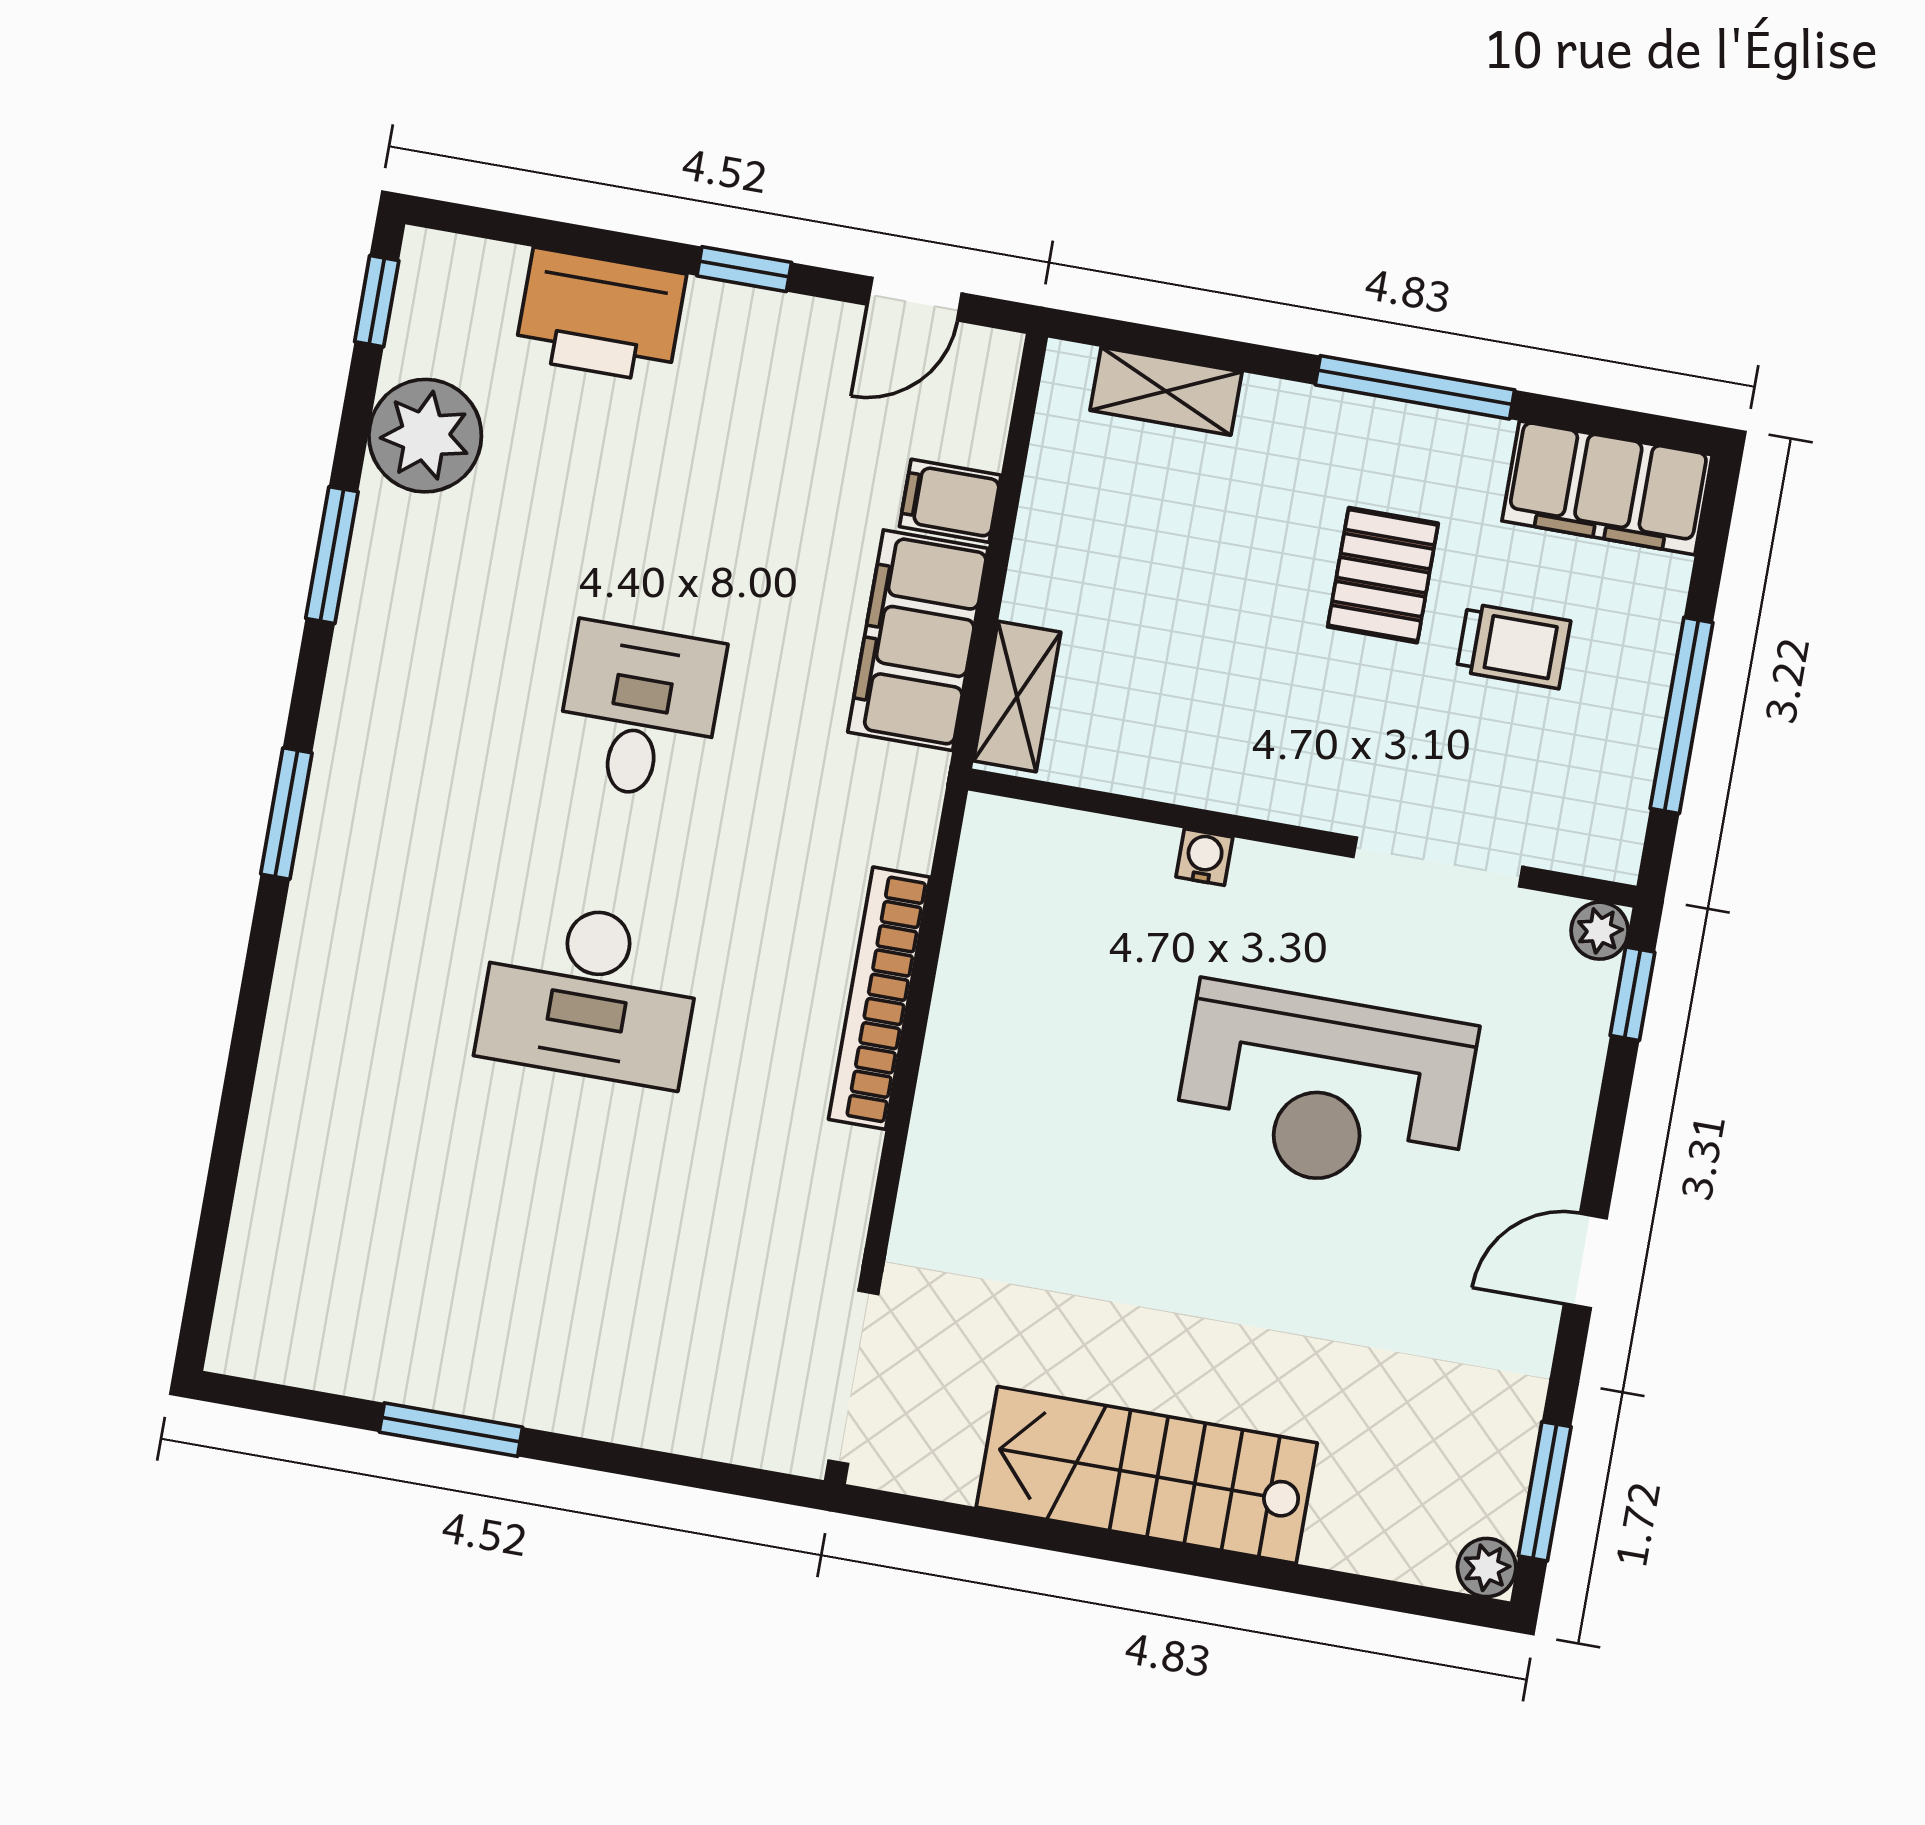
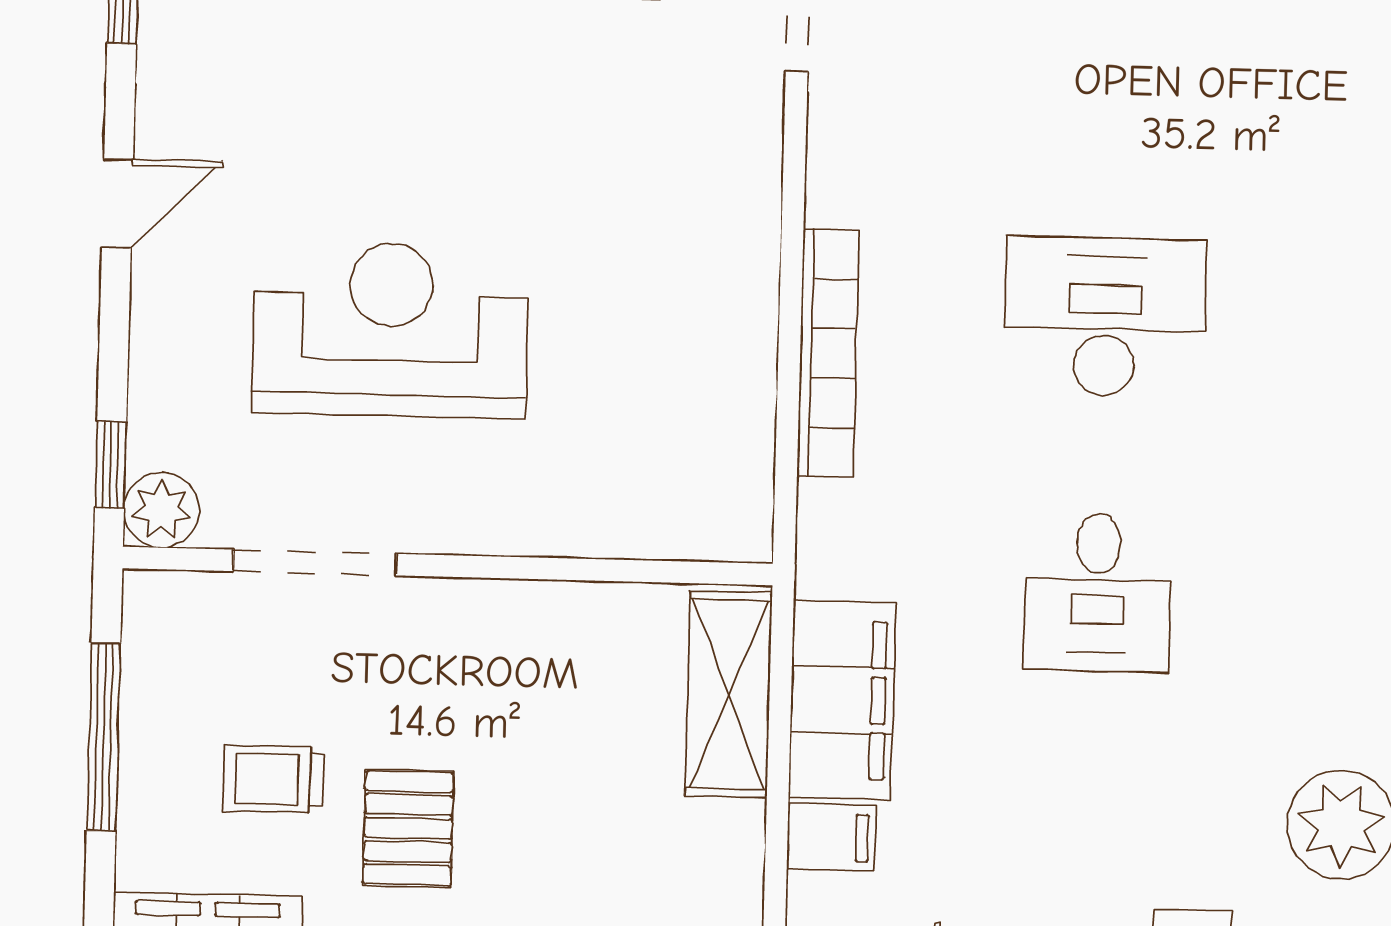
shelving: (1017, 696) -> (729, 694), width x1.50, depth x1.33
water cooler: (1204, 857) -> (538, 534), removed
plant: (1600, 931) -> (161, 510), width x1.38, depth x1.38

